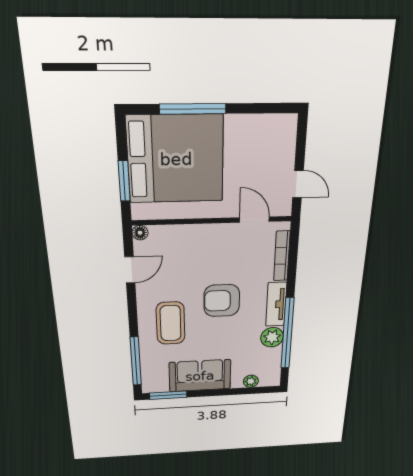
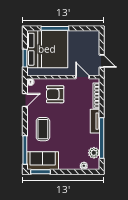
armchair: (222, 301) -> (55, 94), moved
plant: (272, 337) -> (94, 153), moved
sofa: (200, 376) -> (43, 161), moved

